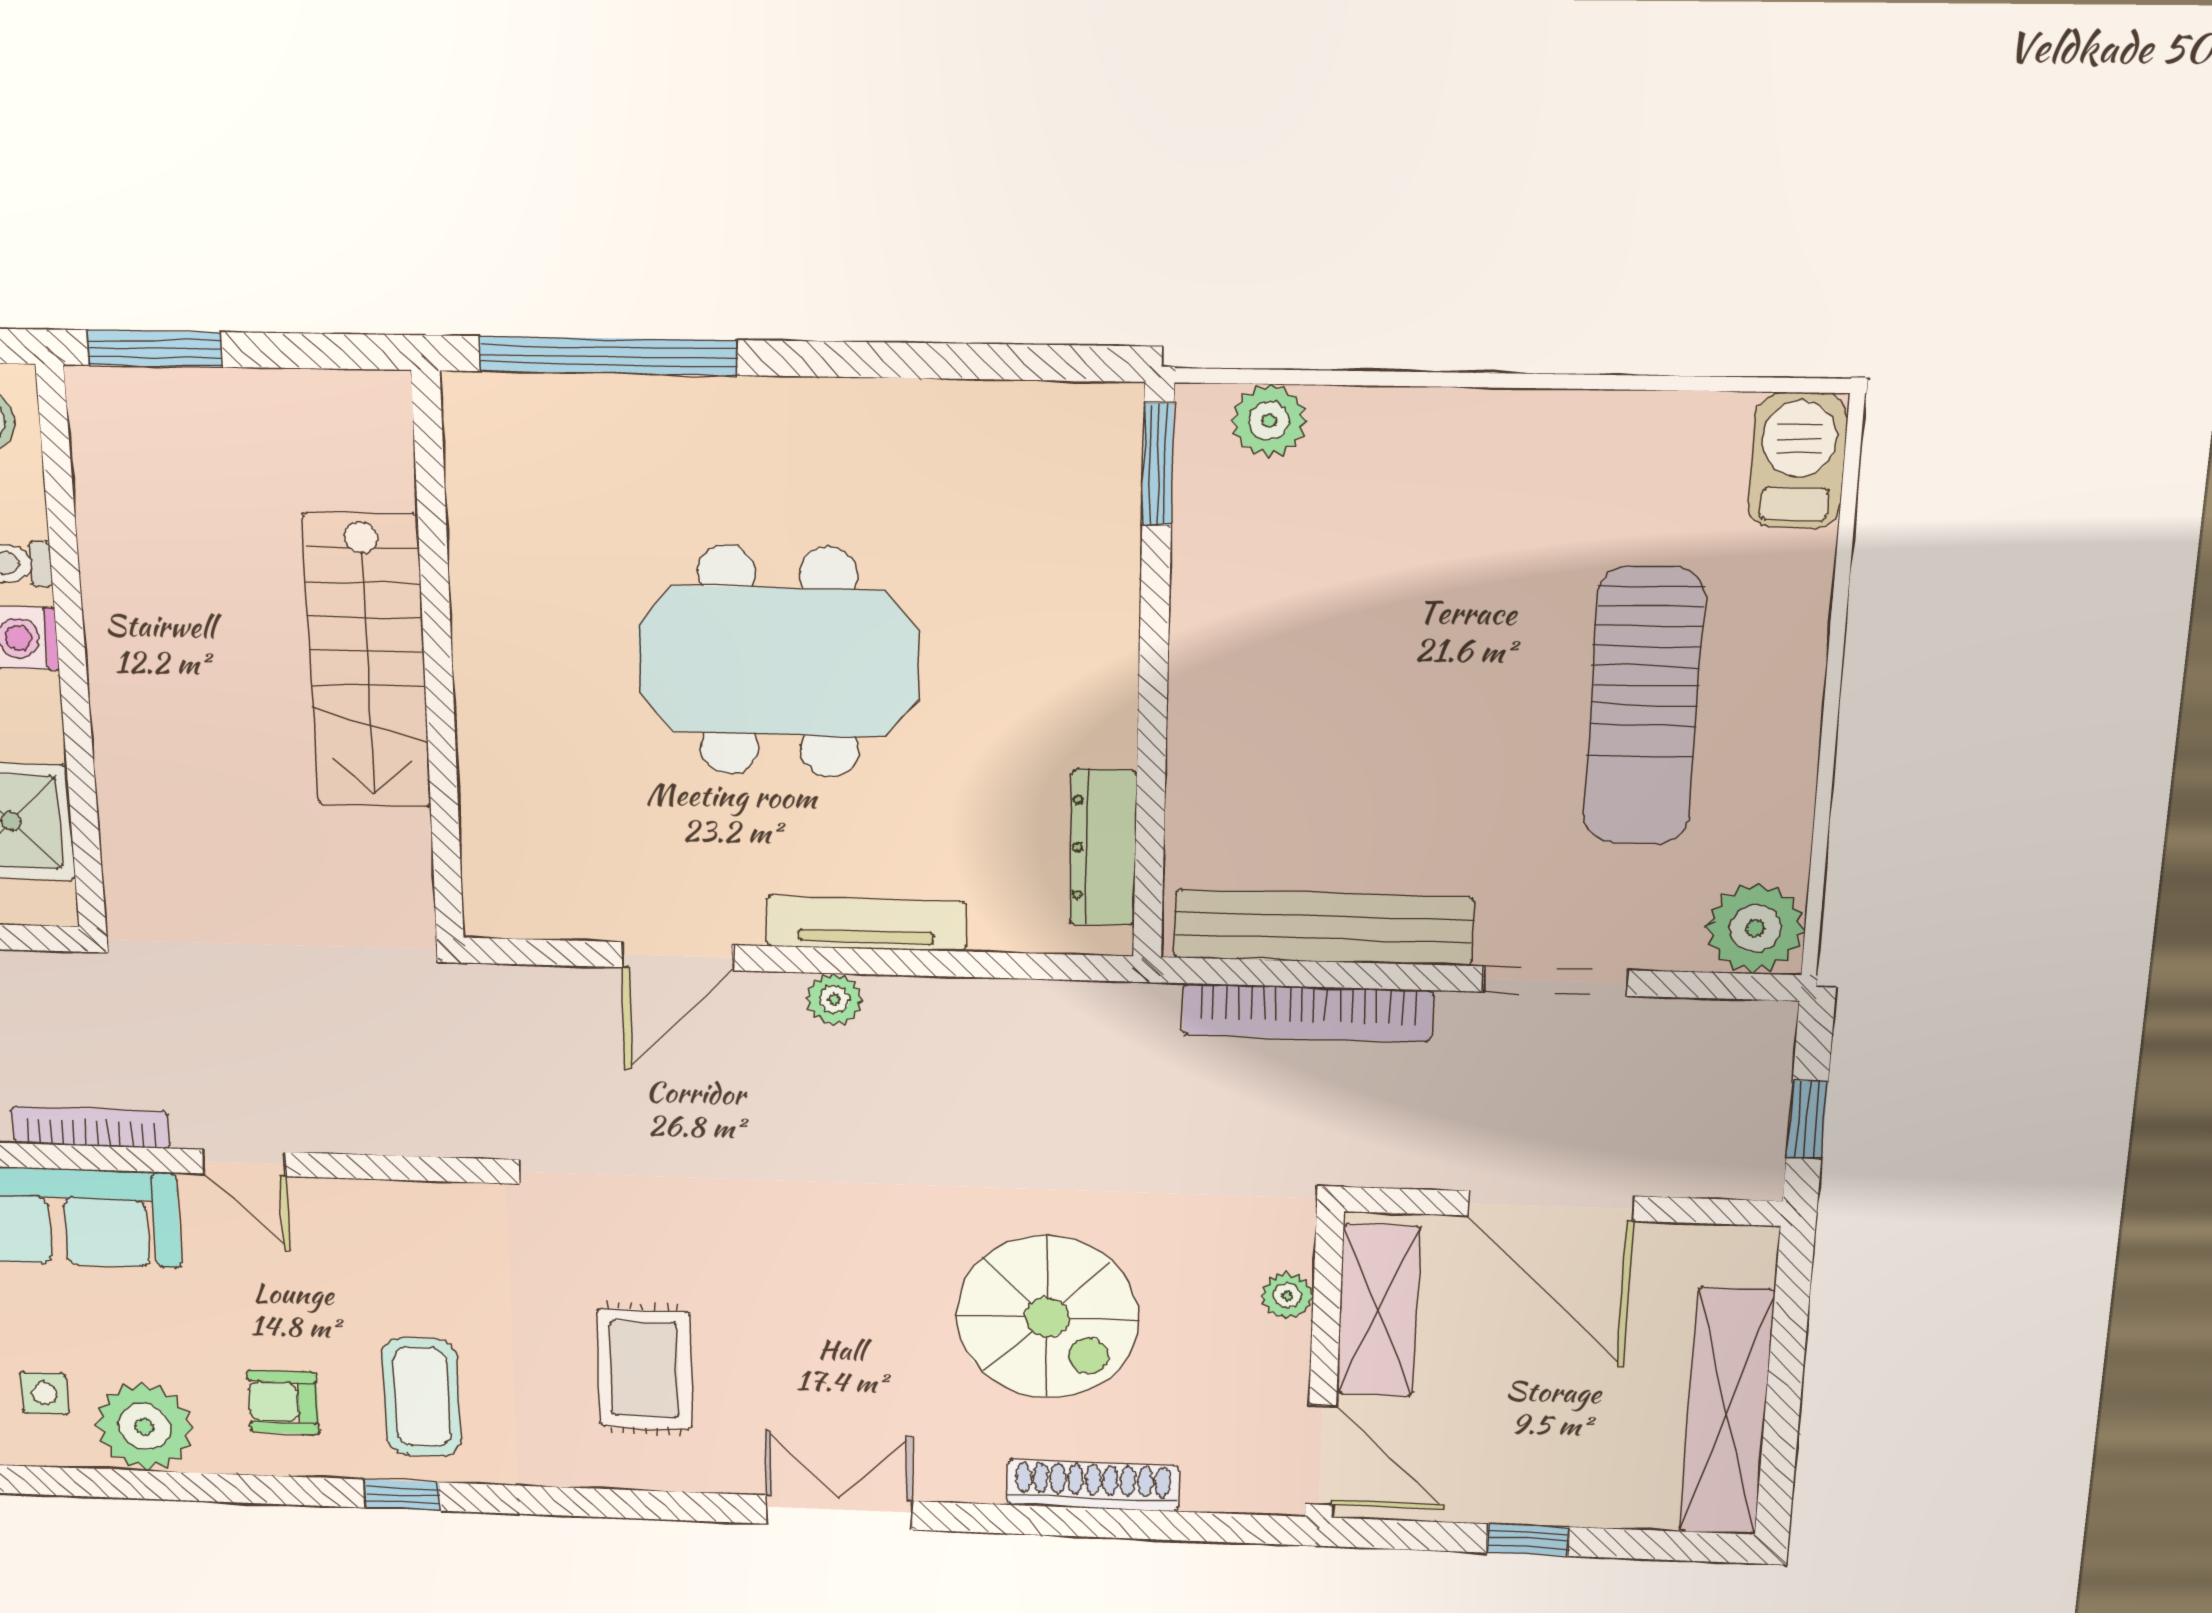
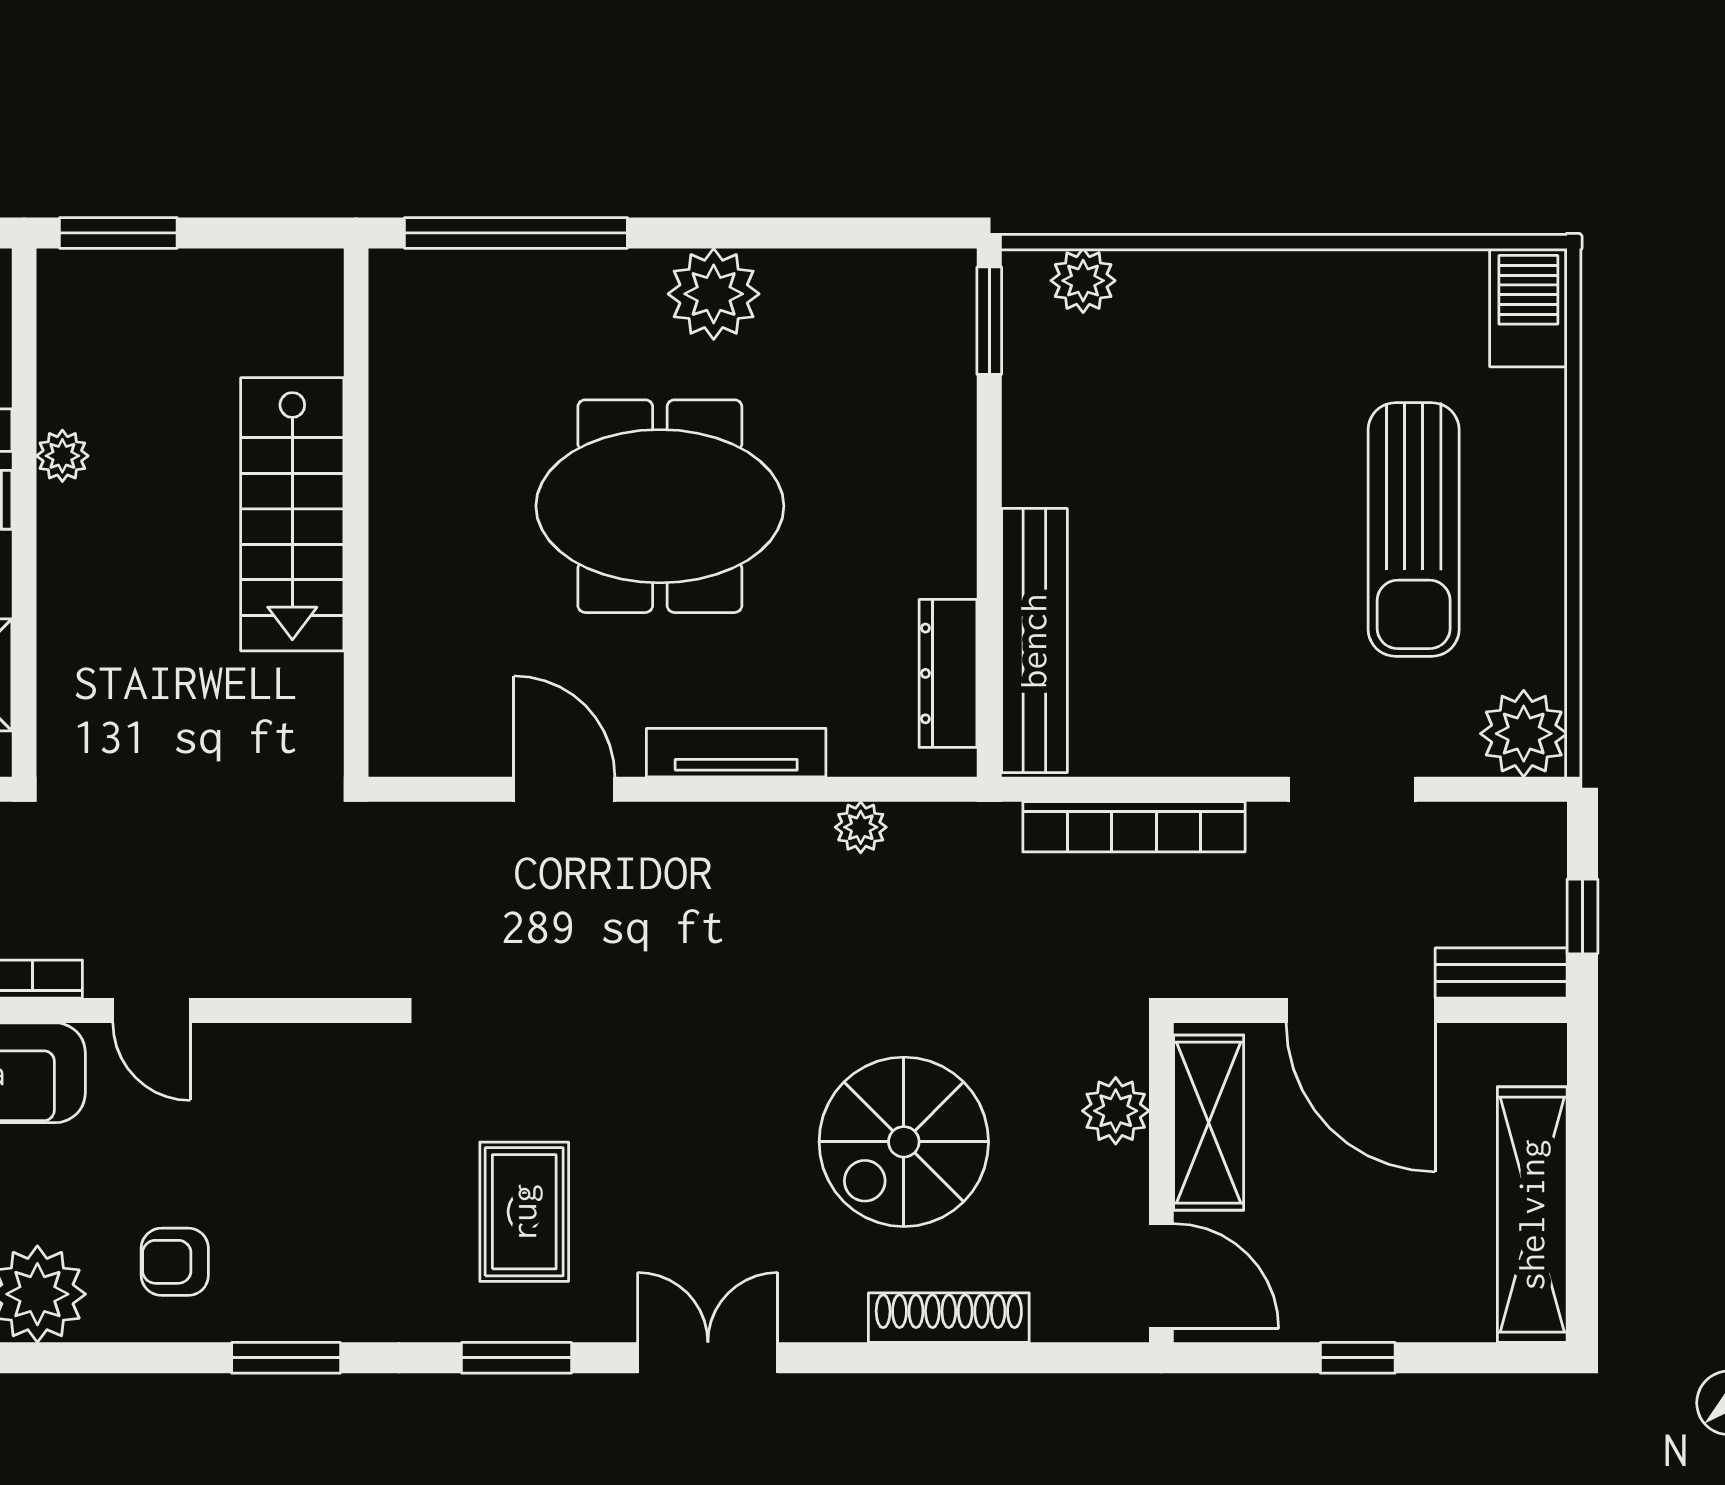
plant: (838, 429) -> (714, 294), added
plant: (109, 593) -> (62, 456), added
bench: (1324, 928) -> (1034, 641), moved, turned 90
door: (677, 956) -> (564, 789), swing flipped
plant: (834, 999) -> (861, 827), moved
bench: (1711, 1174) -> (1501, 973), added
plant: (1287, 1296) -> (1116, 1111), width x1.38, depth x1.38
spiral stairs: (1047, 1317) -> (904, 1142), turned 90
coffee table: (422, 1397) -> (309, 1251), removed
window: (403, 1495) -> (286, 1358), width x1.50
window: (640, 1505) -> (516, 1358), added

